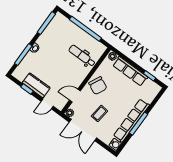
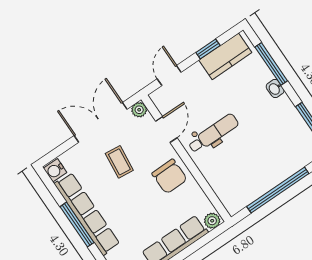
dental chair: (82, 56) -> (213, 133), moved
kitchen counter: (36, 85) -> (225, 56), moved
chair: (98, 86) -> (170, 176), turned -116

